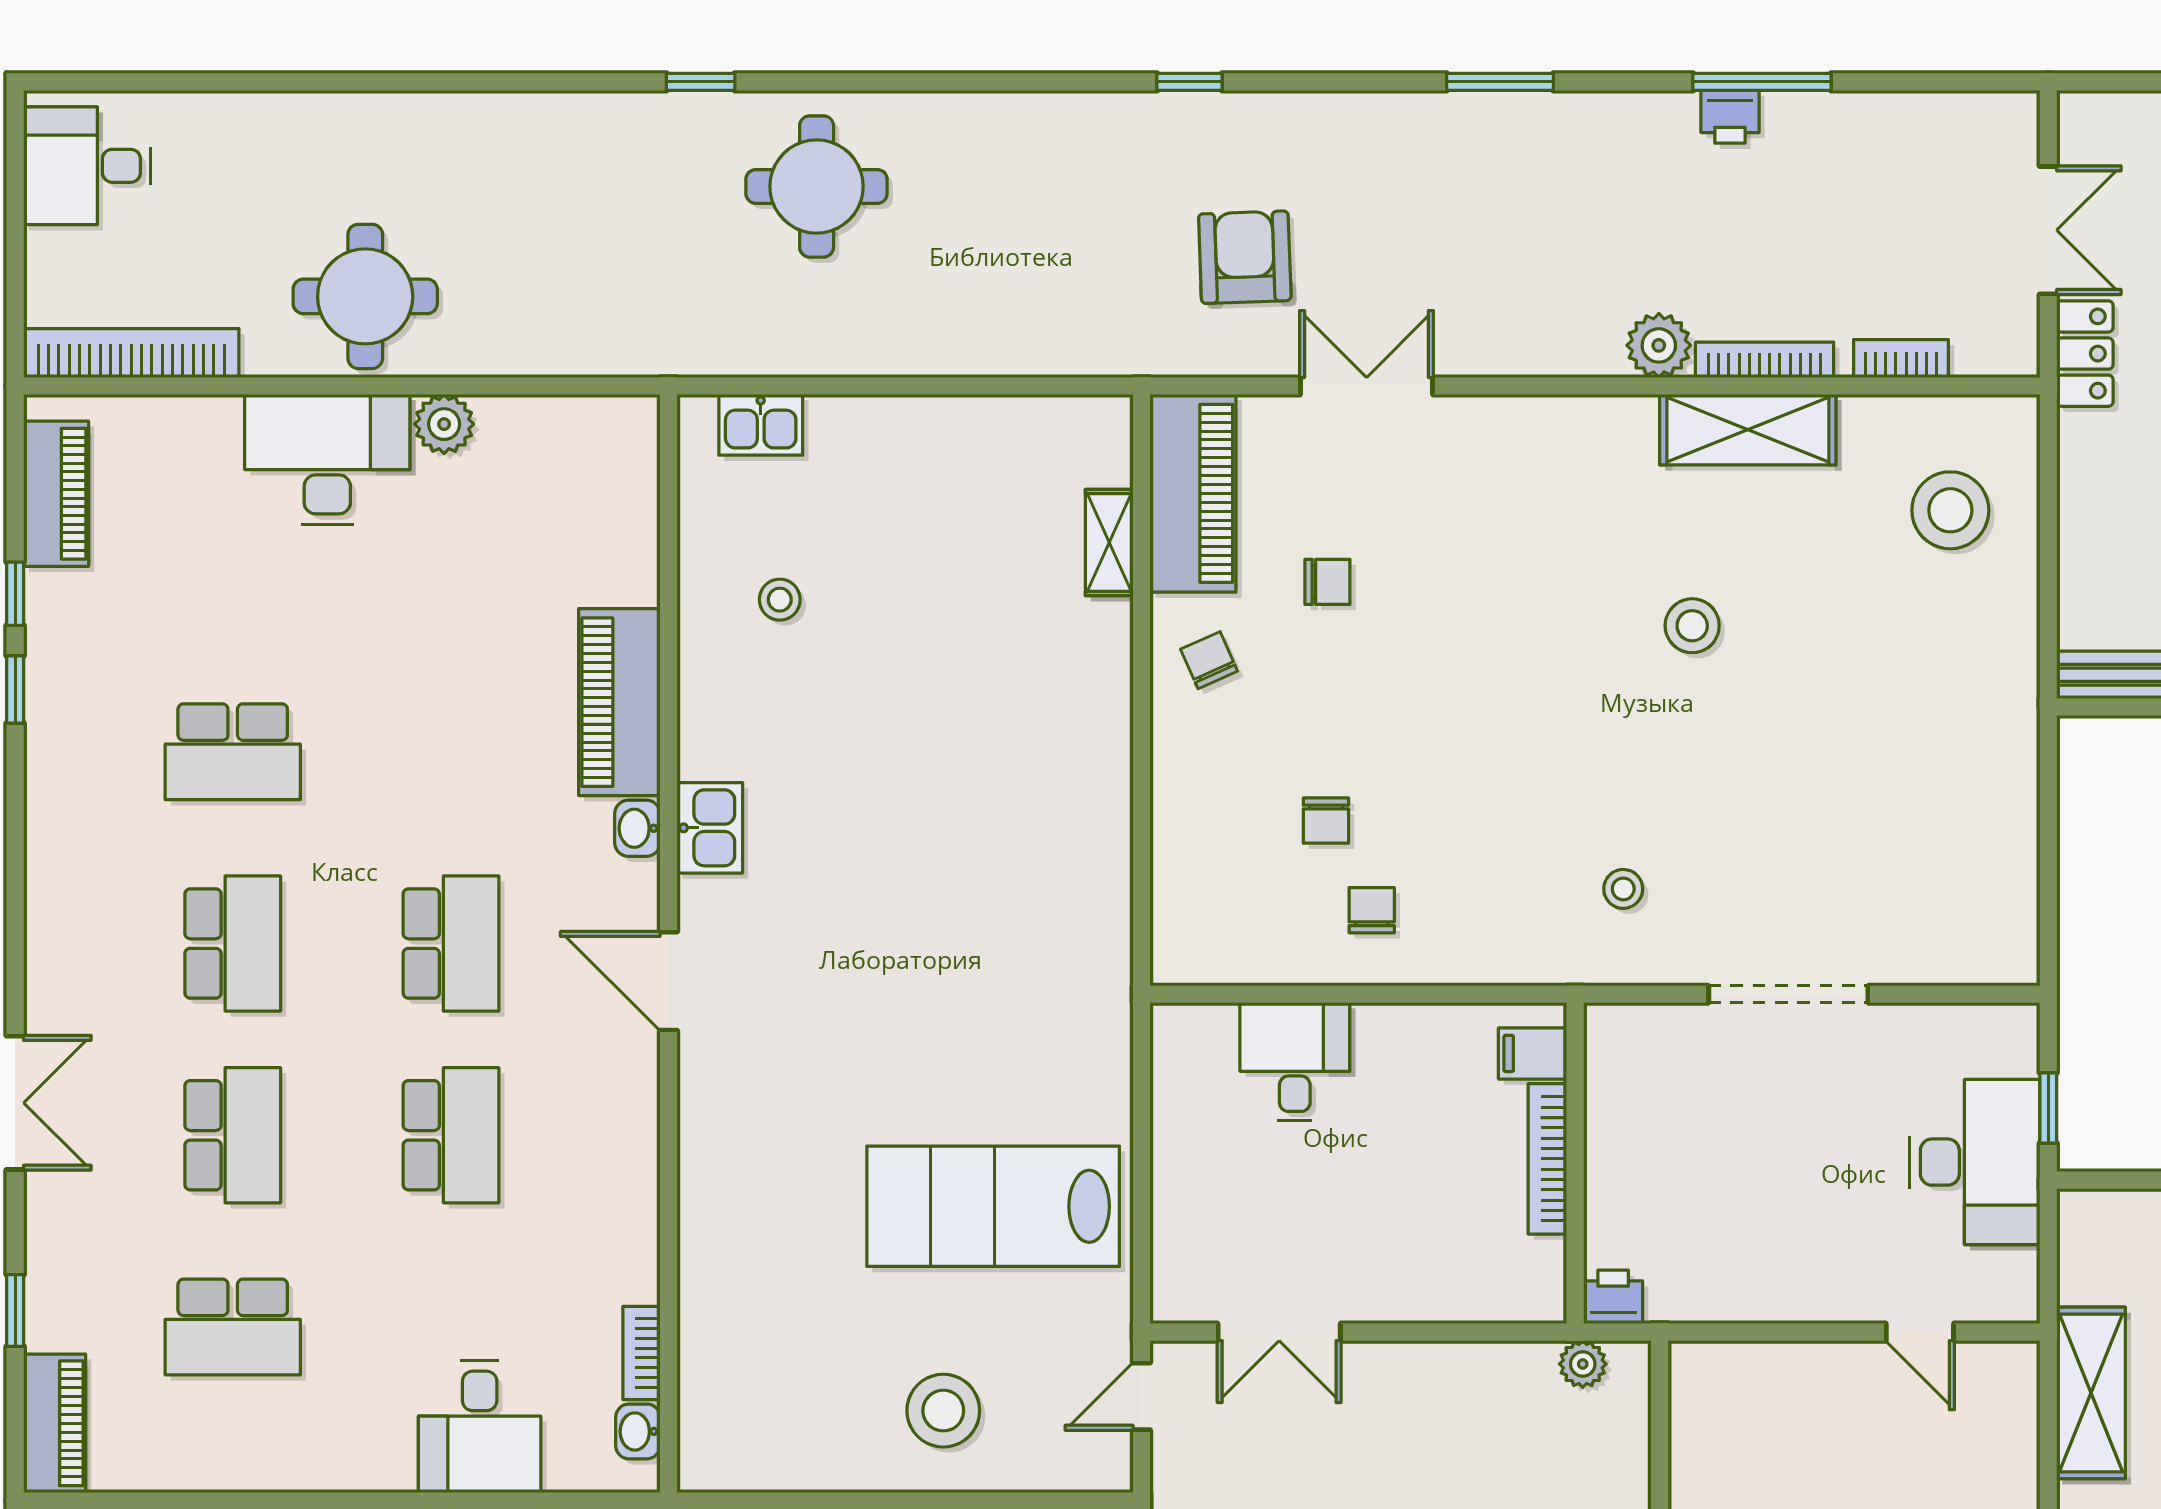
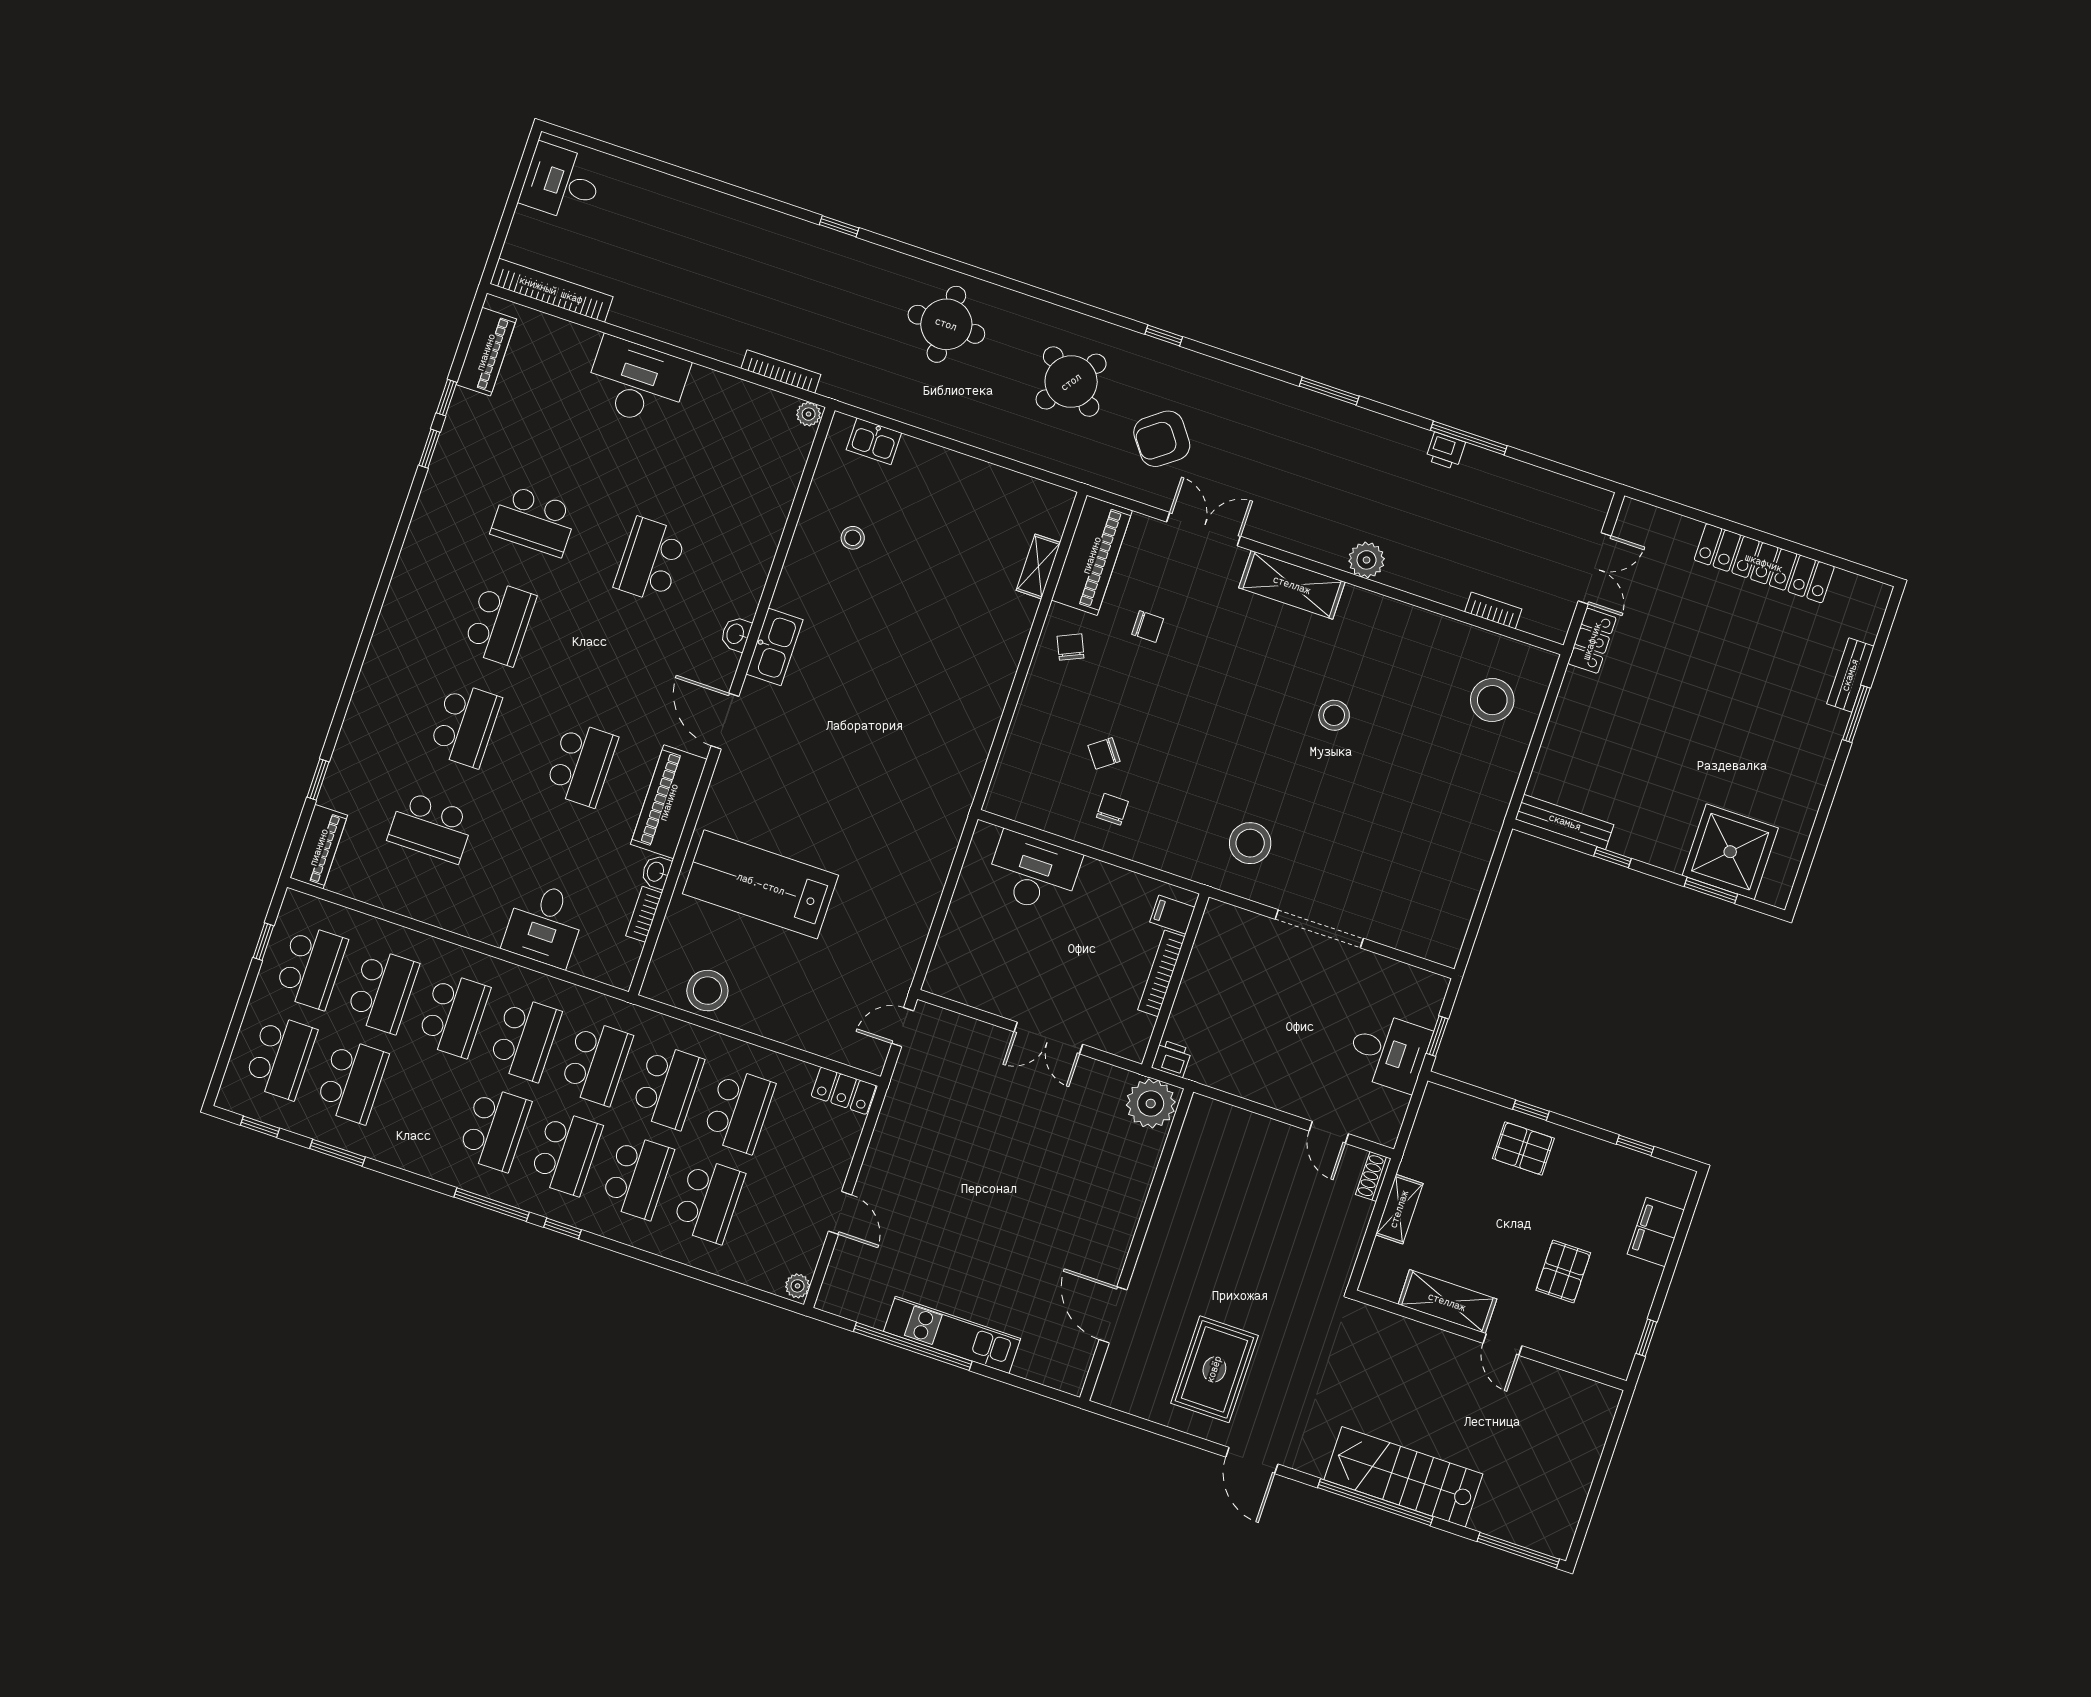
window: (701, 82) -> (839, 226), moved
armchair: (1245, 257) -> (1162, 439), turned -125
round table: (365, 296) -> (1071, 382), moved, turned 36
bookcase: (1765, 360) -> (781, 371), moved
plant: (444, 424) -> (809, 414), moved, width x0.73, depth x0.73
shelving: (1748, 430) -> (1292, 585), moved
piano: (619, 702) -> (669, 802), moved
chair: (1326, 821) -> (1104, 753), turned 53
kitchen sink: (710, 828) -> (774, 647), width x1.38
stool: (1623, 889) -> (1250, 843), width x1.89, depth x1.89
school desk: (451, 944) -> (650, 560), moved, turned 180
desk: (1295, 1062) -> (1033, 873), width x1.37
double door: (15, 1103) -> (355, 669), removed
desk: (1975, 1162) -> (1388, 1052), width x0.73
lab bench: (993, 1206) -> (761, 884), moved
double door: (1279, 1332) -> (1048, 1038), moved
plant: (1583, 1364) -> (1151, 1104), width x1.87, depth x1.87
shoe rack: (2020, 1381) -> (1373, 1177), added
shelving: (2091, 1393) -> (1399, 1209), width x0.67, depth x0.75
stool: (943, 1411) -> (707, 991), moved
washbasin: (638, 1431) -> (656, 872), moved

